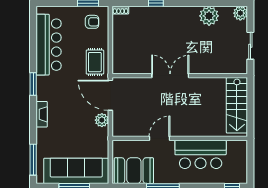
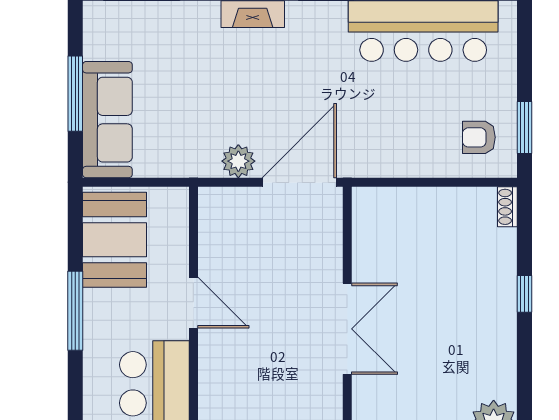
armchair: (92, 22) -> (479, 137), turned 90
rug: (95, 62) -> (381, 144), removed
sofa: (76, 171) -> (107, 120), width x0.74, depth x0.79

